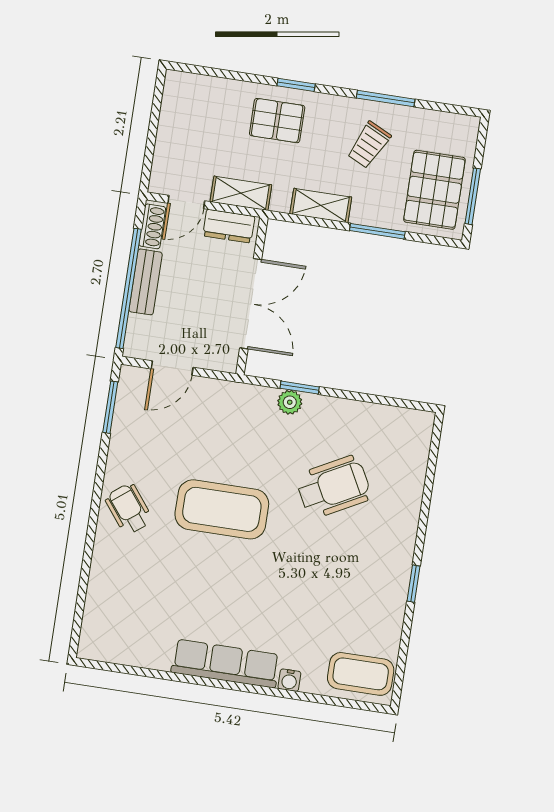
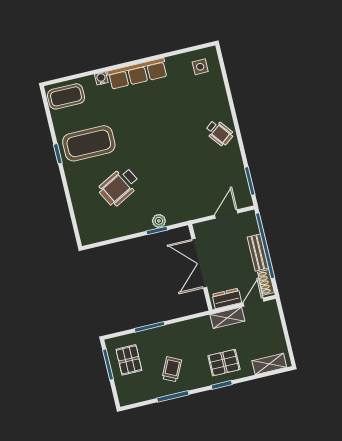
pallet: (434, 190) -> (129, 360), width x0.67, depth x0.71
shelving: (321, 206) -> (269, 364), moved
coffee table: (222, 509) -> (89, 143), moved
side table: (116, 632) -> (200, 67), added

